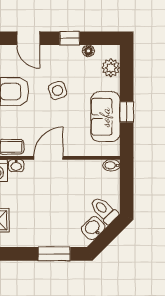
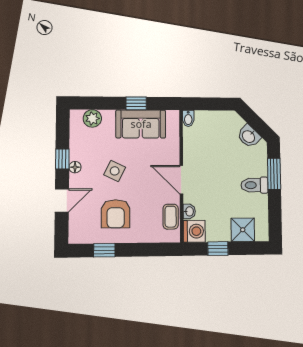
floor lamp: (88, 51) -> (75, 167), moved
side table: (58, 90) -> (115, 171), turned 45
toilet: (104, 210) -> (254, 185), moved, turned 45

